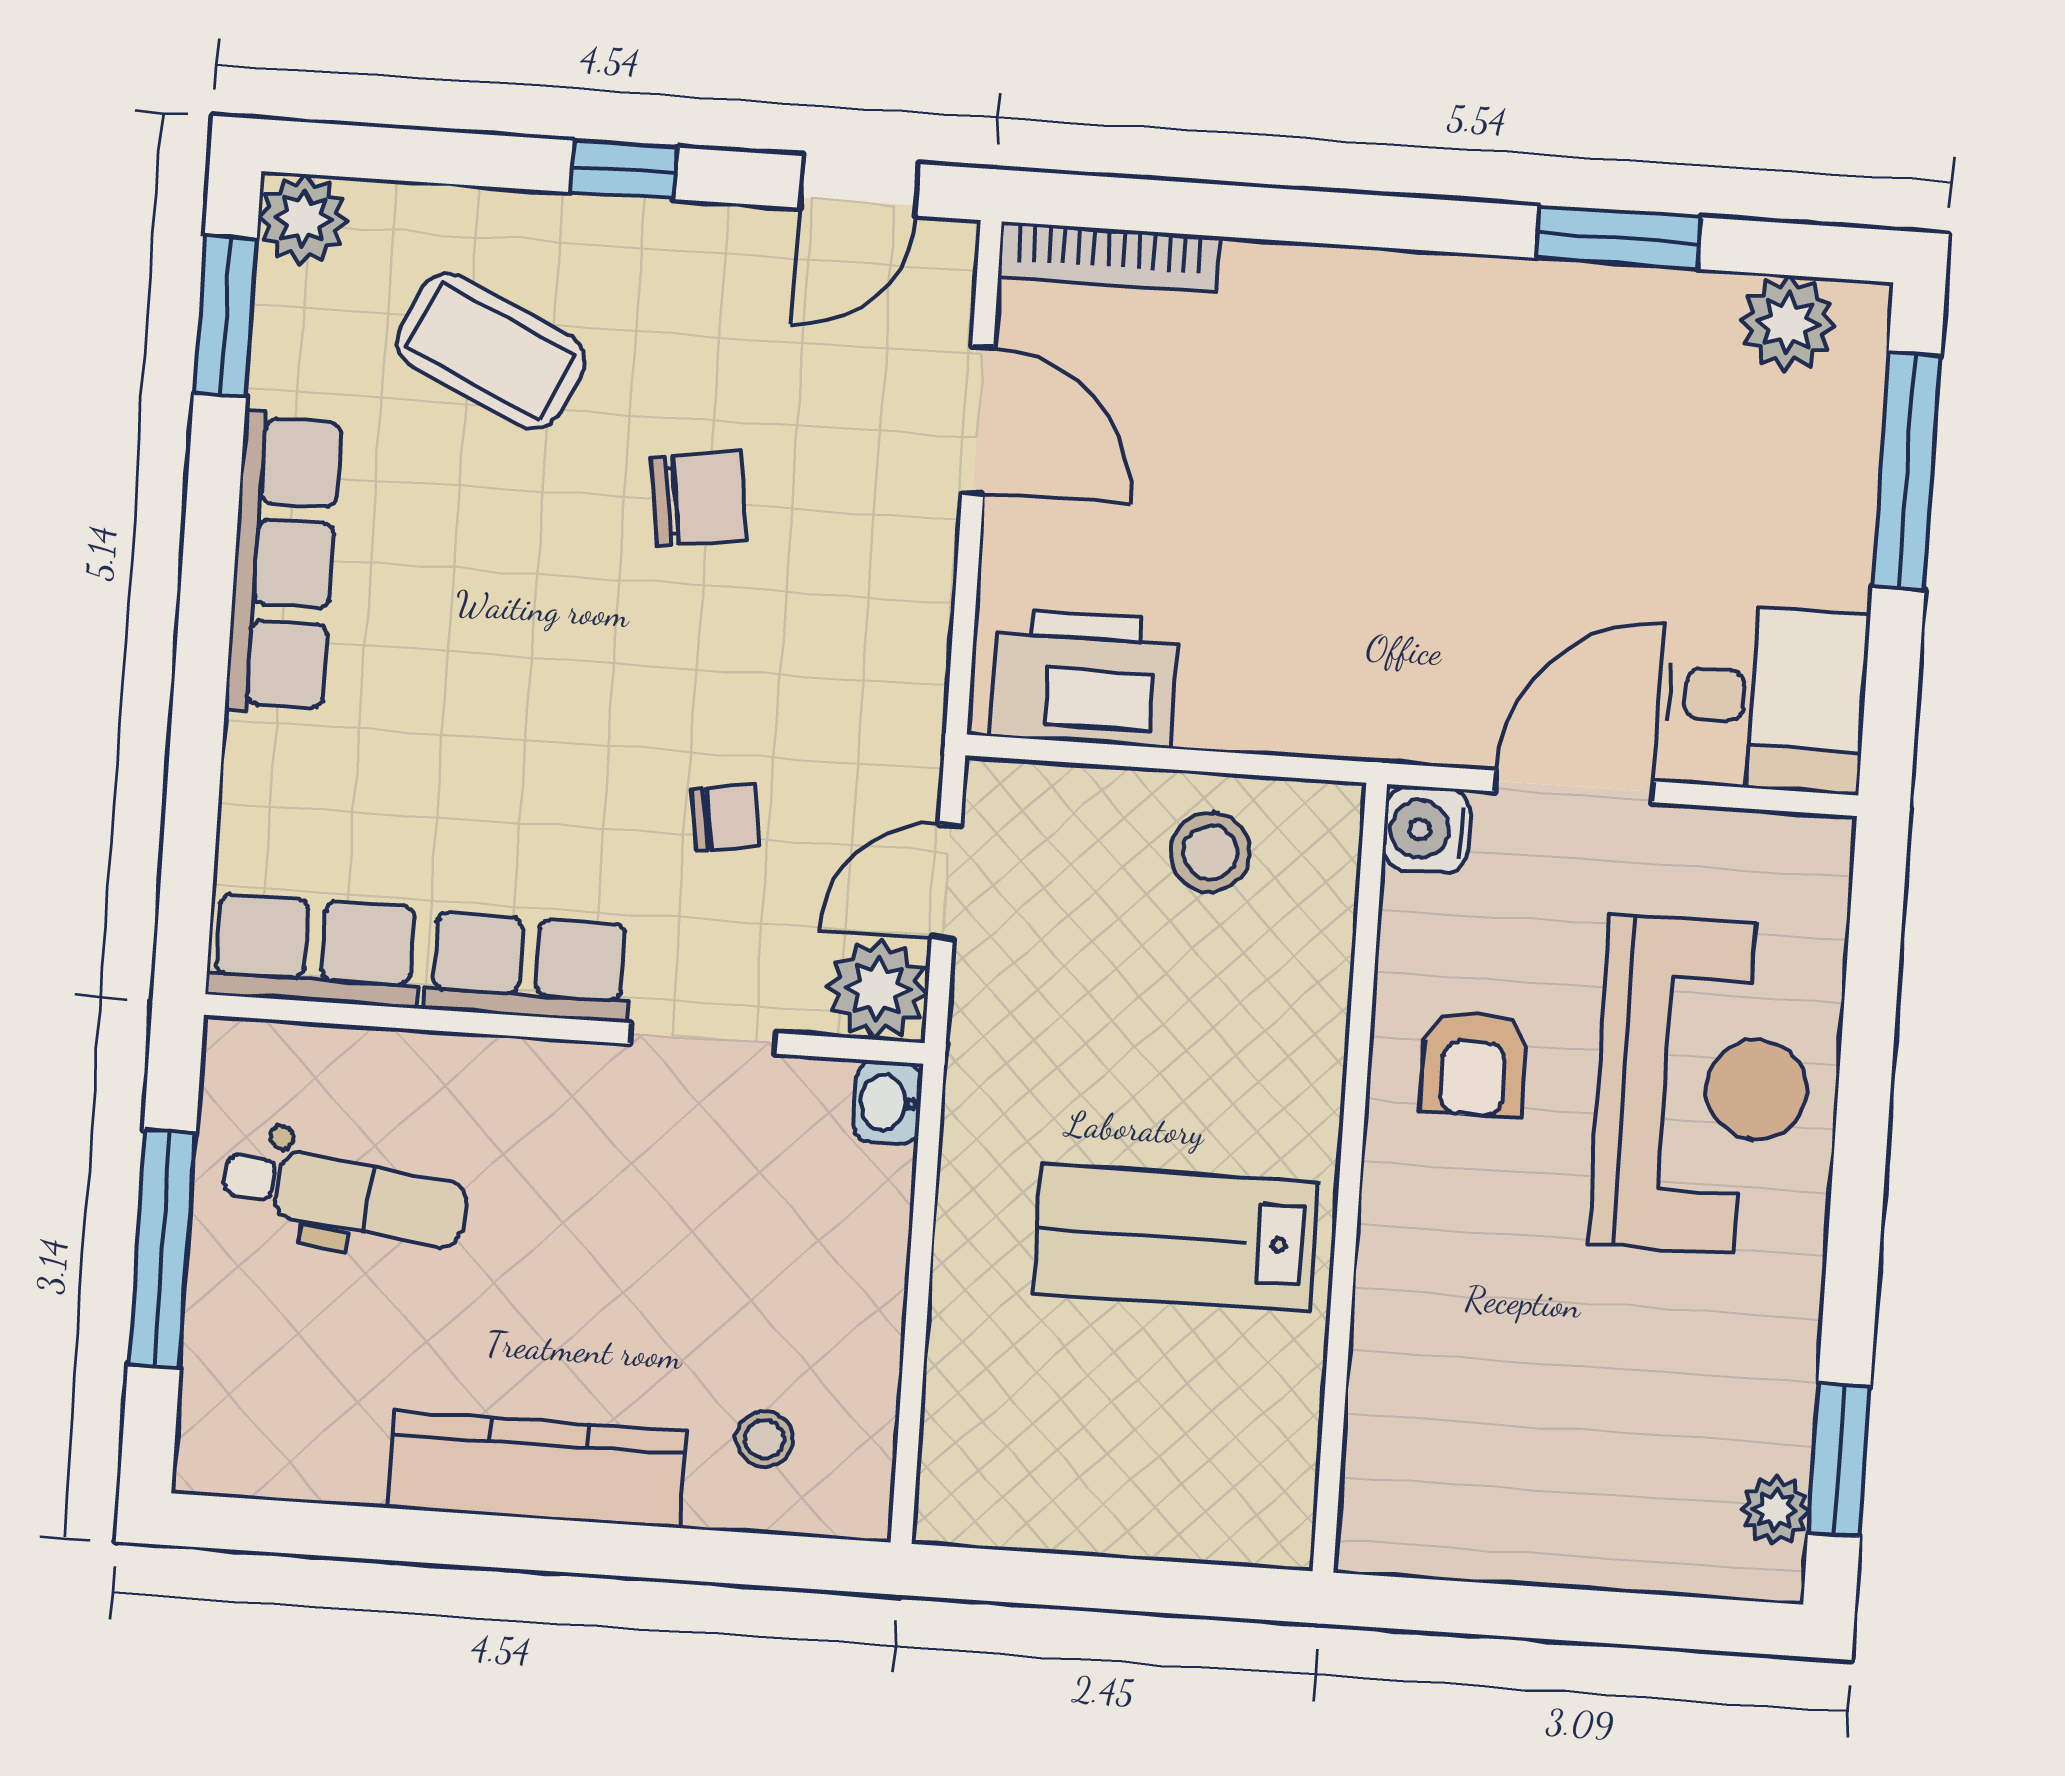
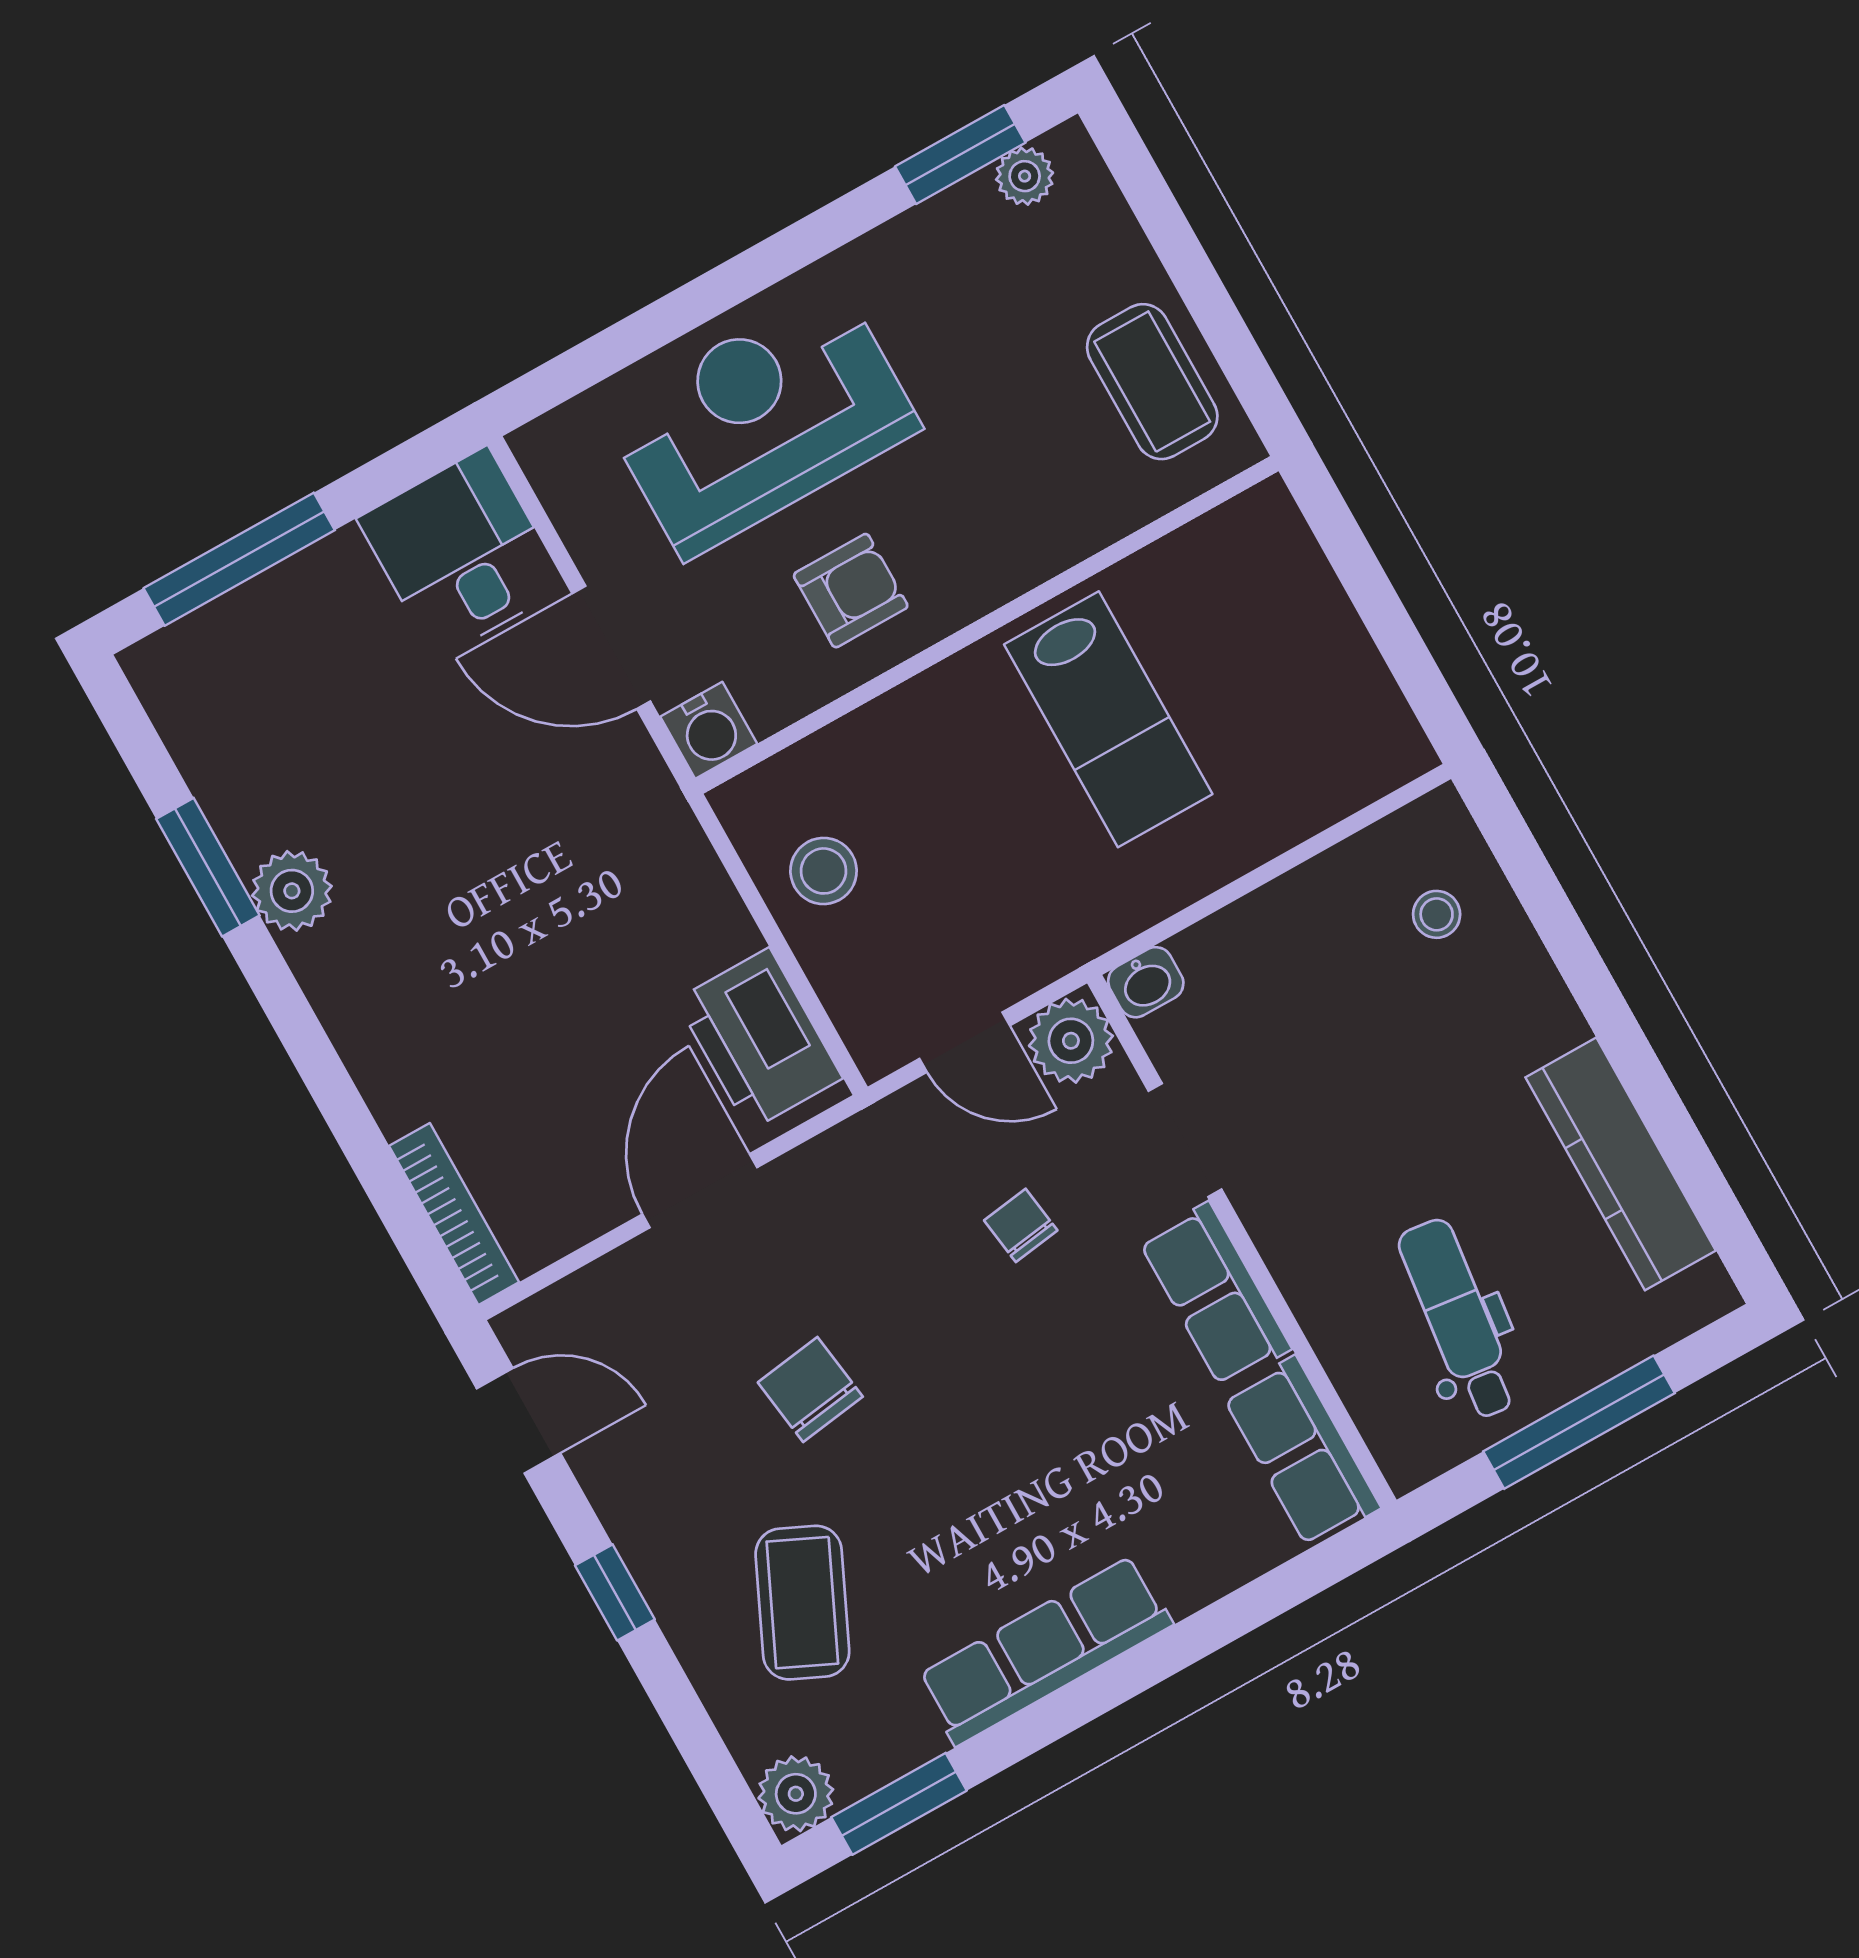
plant: (1788, 323) -> (292, 891), moved
door: (978, 420) -> (700, 1191), moved
kitchen counter: (538, 1469) -> (1621, 1164), moved
coffee table: (1485, 1503) -> (1152, 382), added

